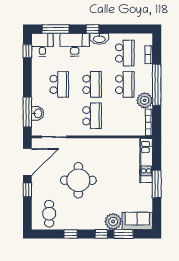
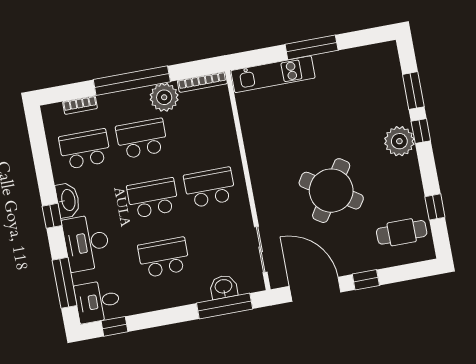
round table: (78, 180) -> (331, 191), turned 33
plant: (113, 221) -> (399, 141), moved
sofa: (137, 221) -> (385, 70), removed
window: (71, 234) -> (435, 207), moved

